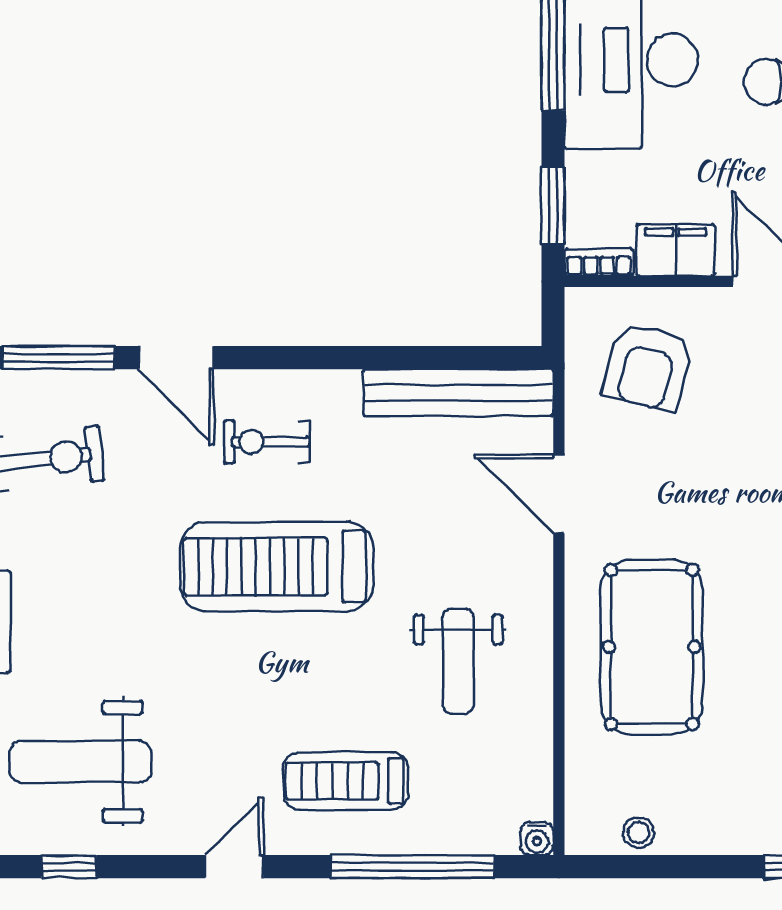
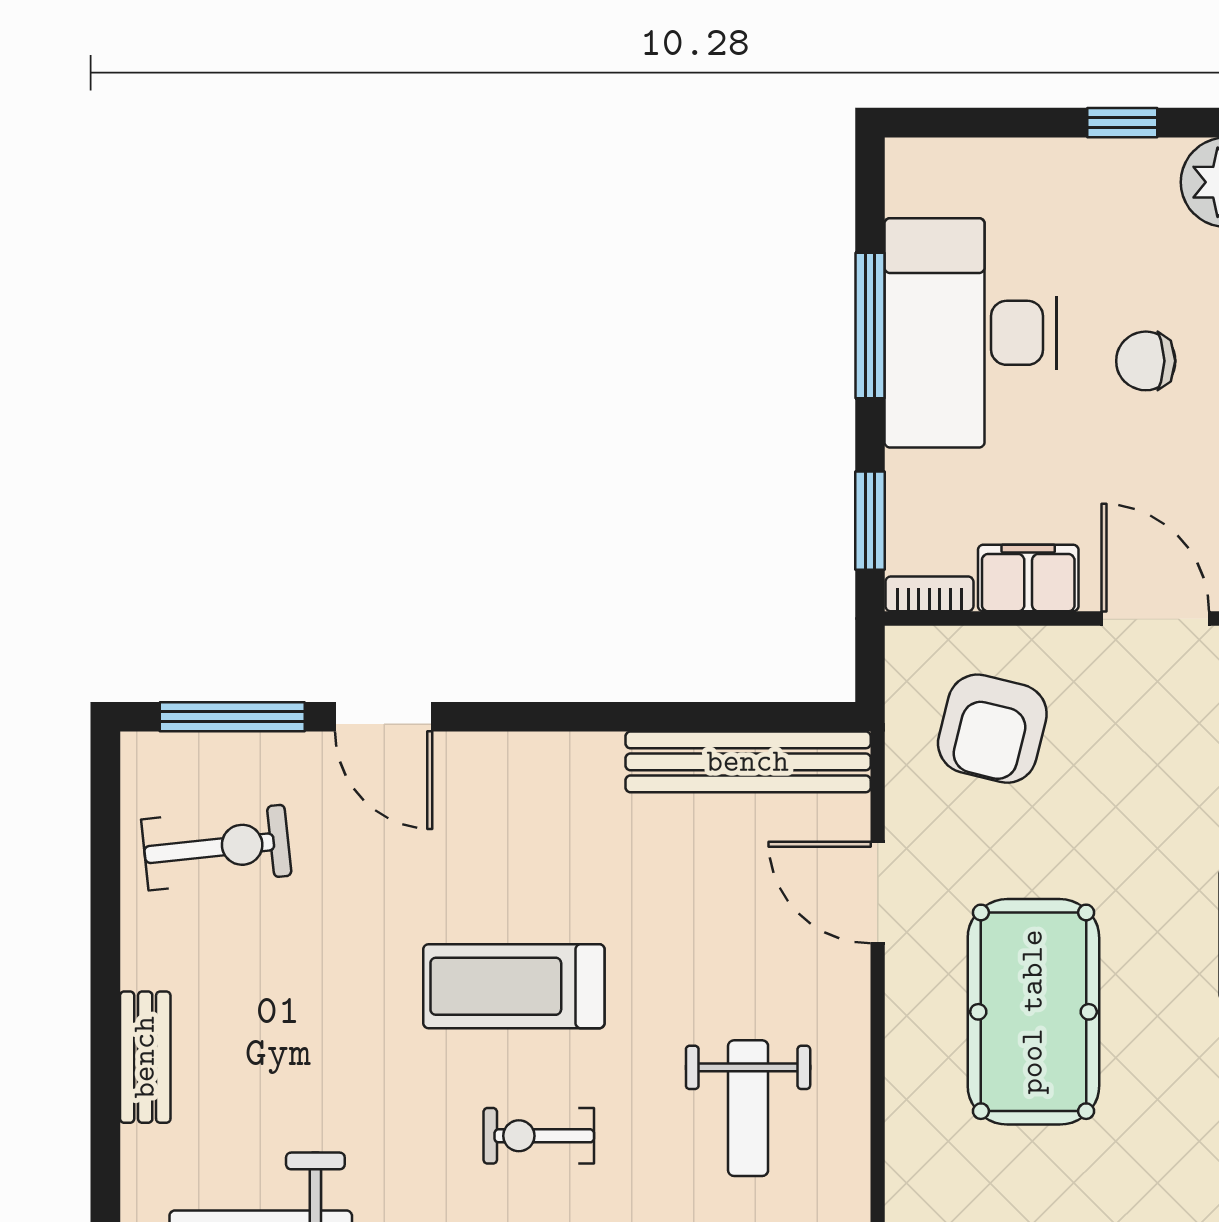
exercise bike: (267, 442) -> (539, 1136), moved
treadmill: (277, 567) -> (514, 986), width x0.73, depth x0.73
pool table: (652, 647) -> (1033, 1012), moved

